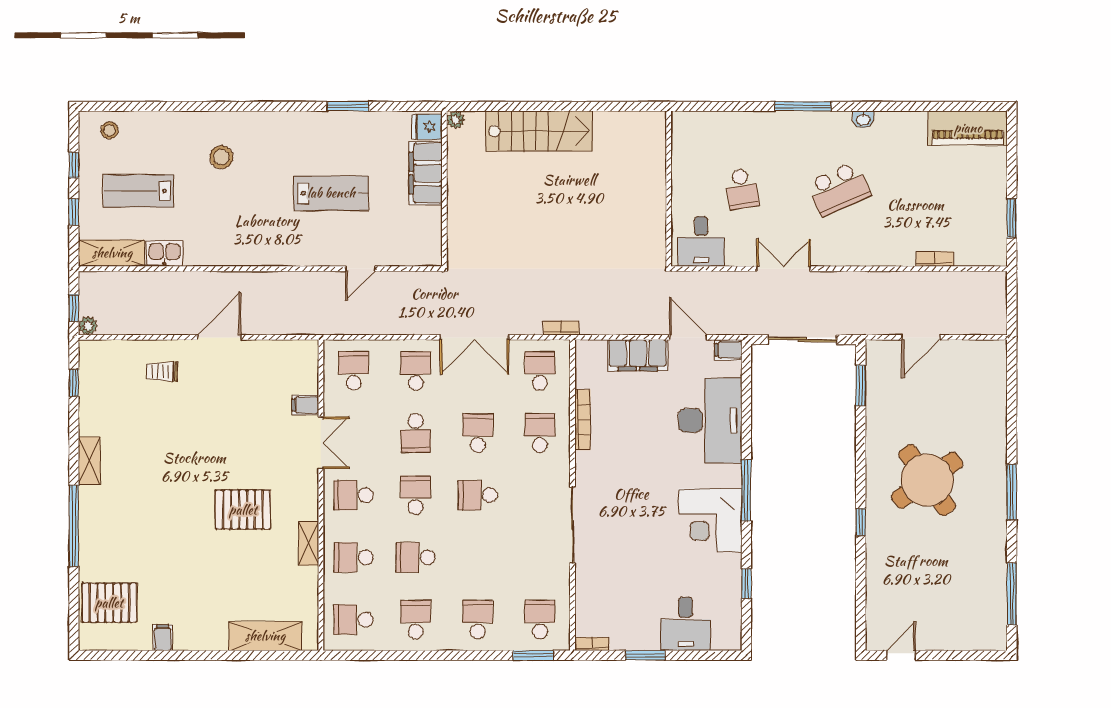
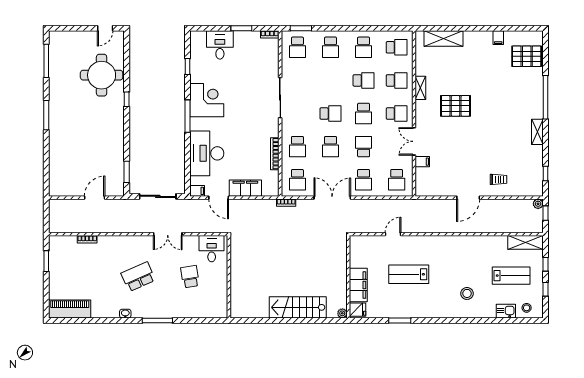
kitchen sink: (164, 253) -> (506, 311), moved, turned 180
round table: (927, 480) -> (102, 75), moved, turned 35

